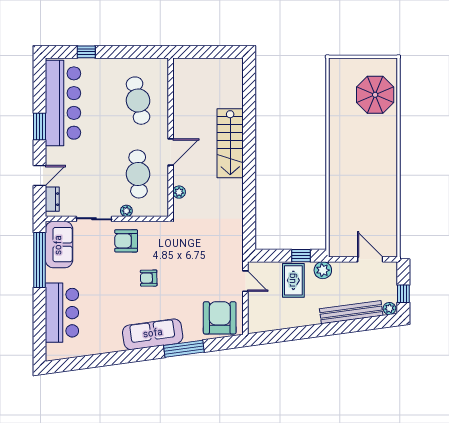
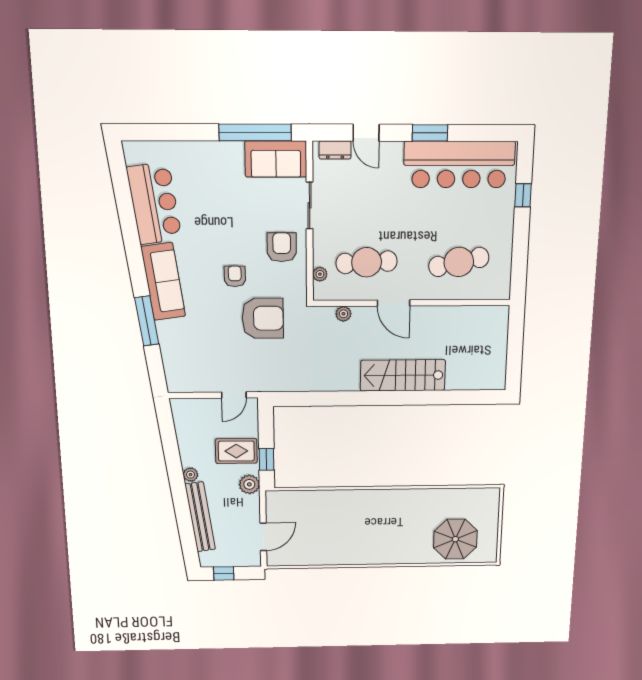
plant: (126, 211) -> (320, 274), moved
plant: (389, 308) -> (191, 475), moved
bar counter: (62, 313) -> (154, 203), moved, turned -98
armchair: (220, 318) -> (263, 318), moved

